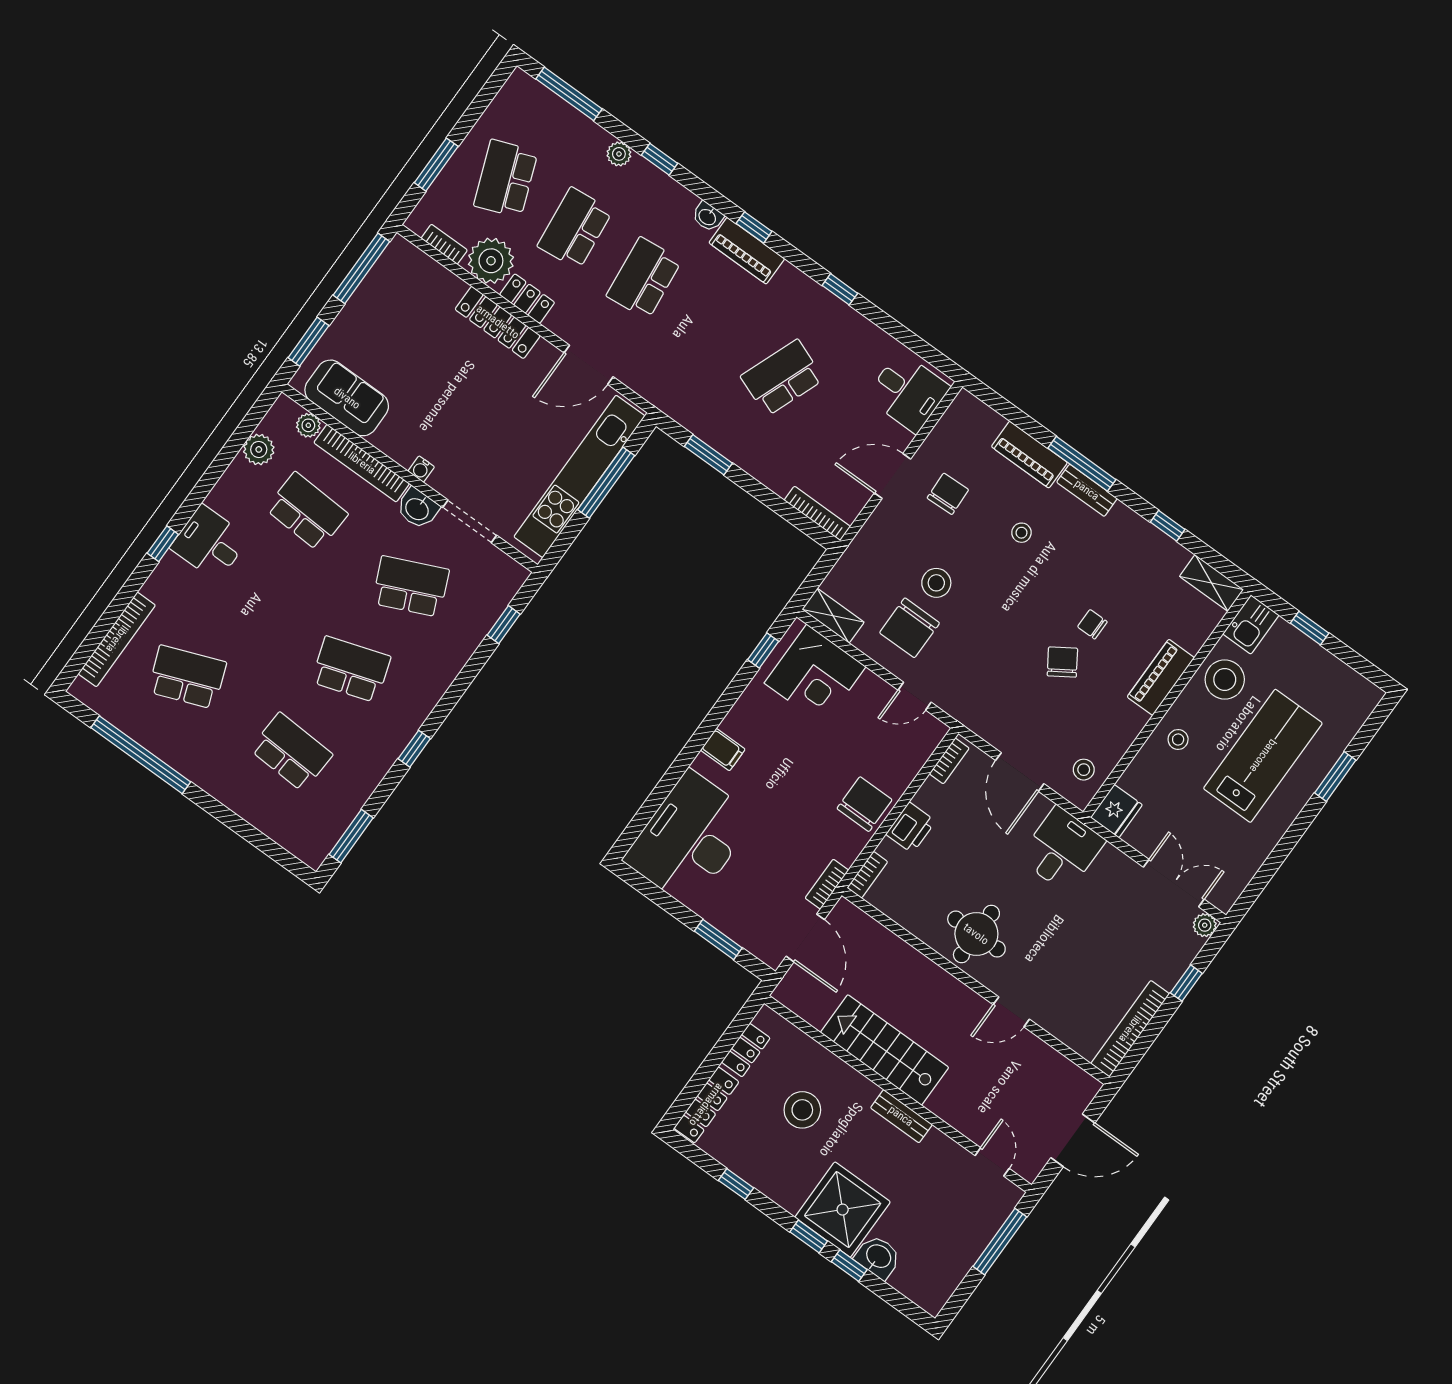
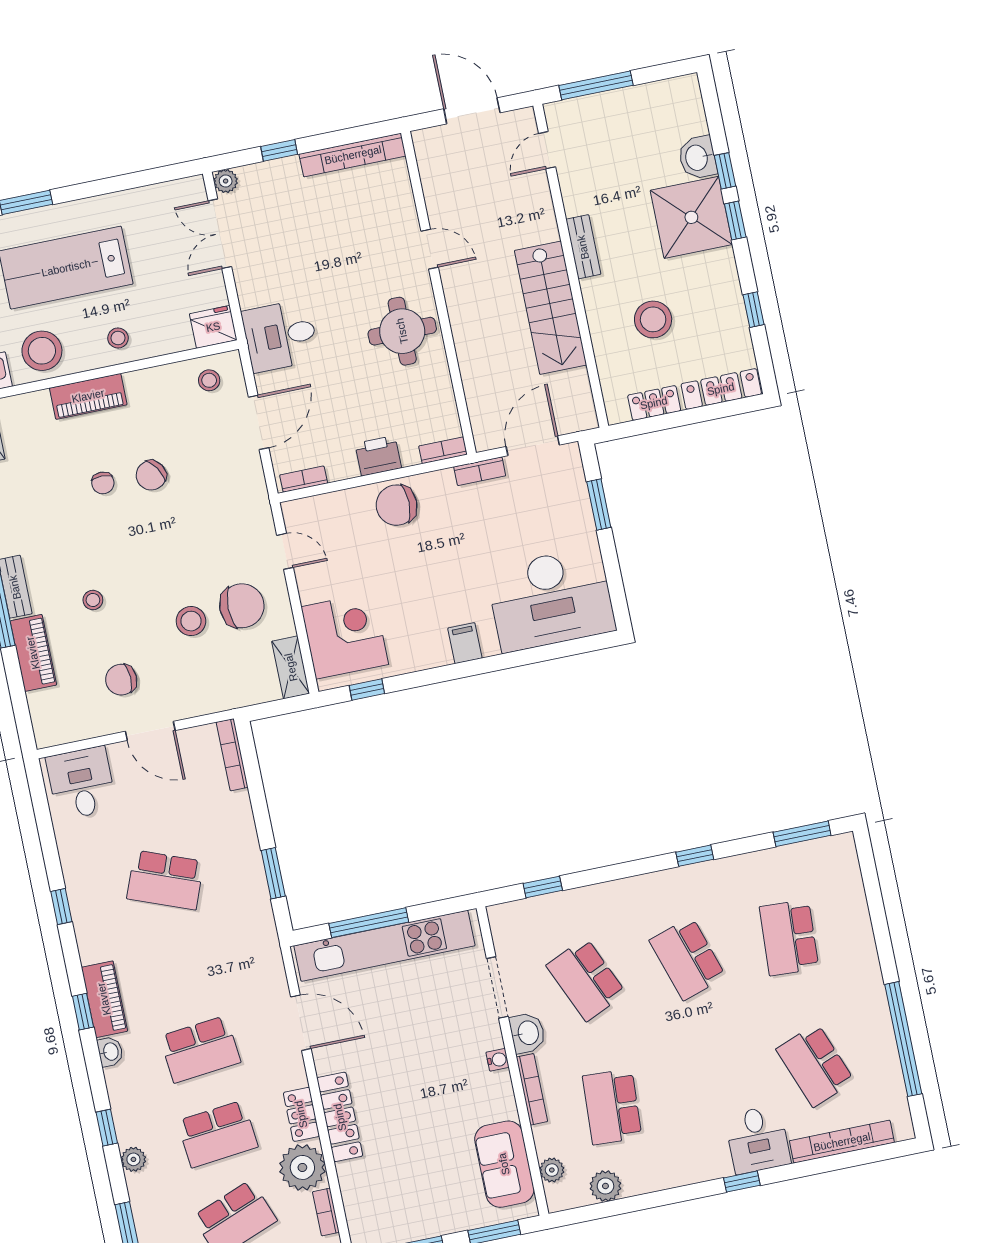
bookcase: (362, 463) -> (532, 1089), width x0.68, depth x0.76
desk: (210, 543) -> (758, 1139), moved

